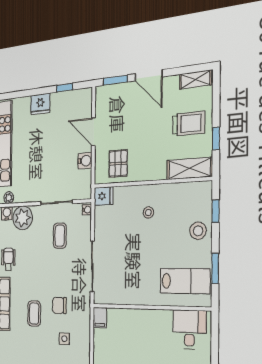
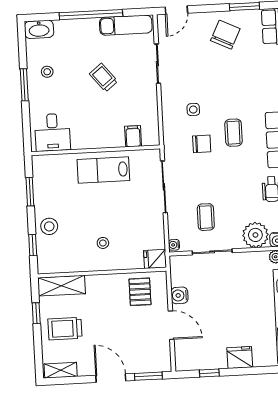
lab bench: (185, 281) -> (103, 170), moved
filing cabinet: (100, 318) -> (133, 136), moved

